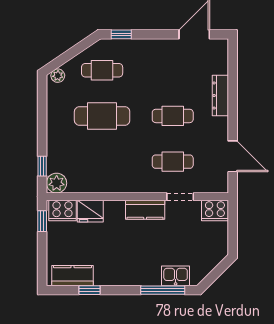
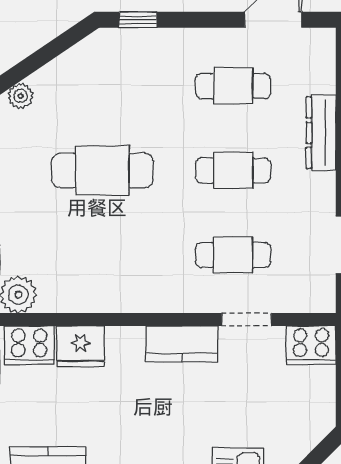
cafe table: (102, 70) -> (233, 86), moved

